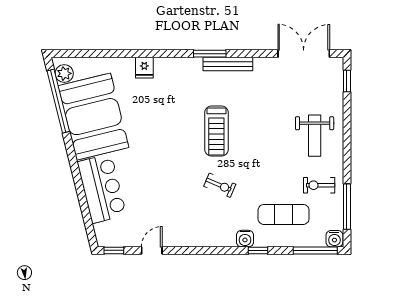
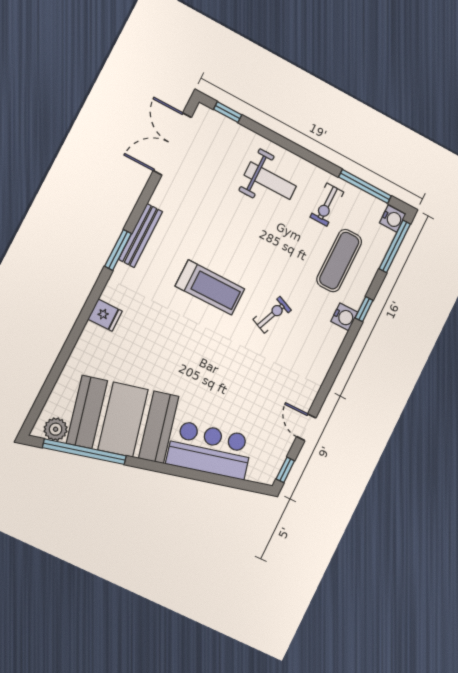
fridge: (144, 68) -> (105, 315), moved

